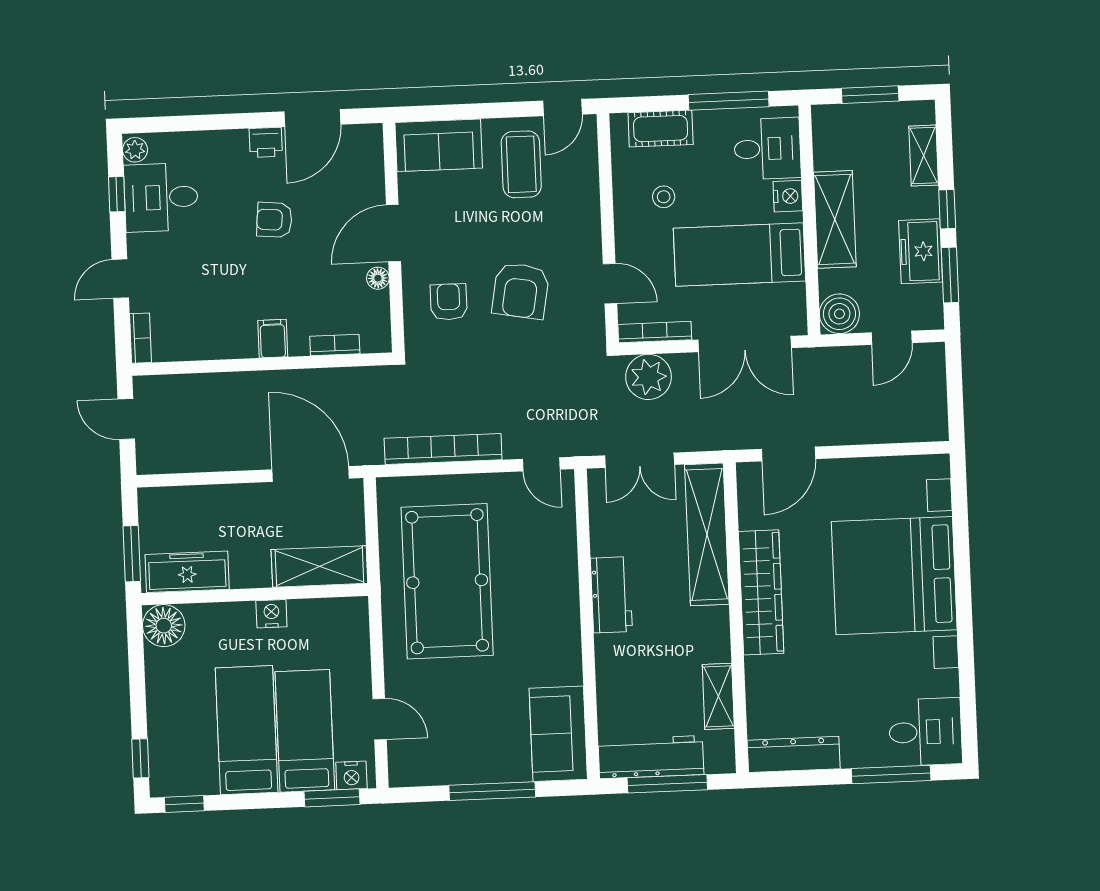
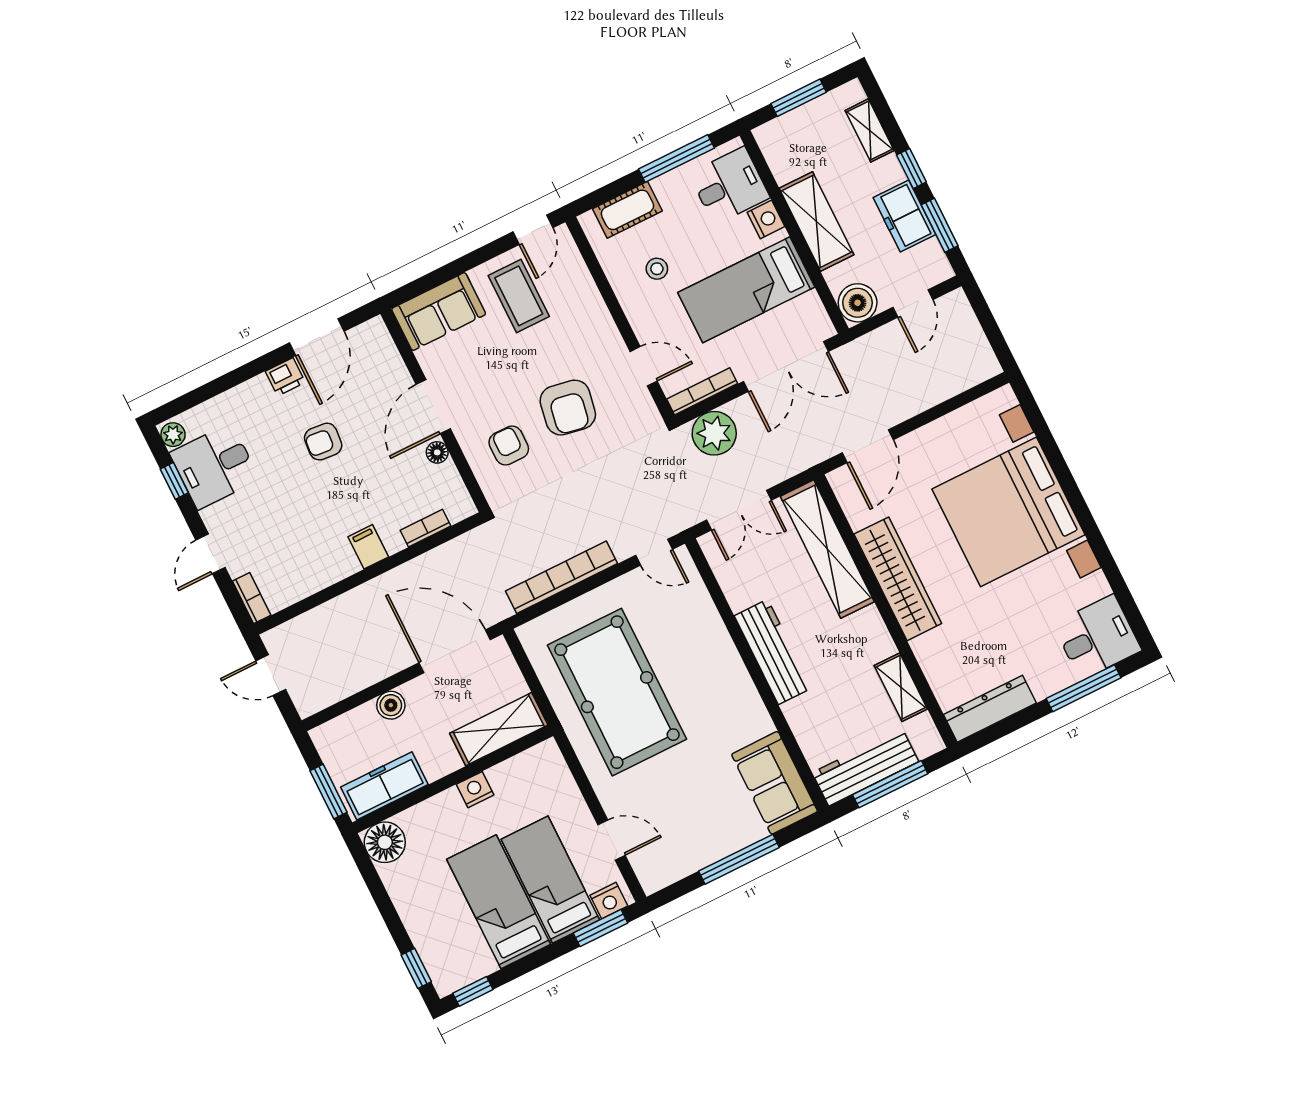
boiler: (227, 498) -> (391, 705), added
workbench: (611, 595) -> (773, 652), width x1.38

